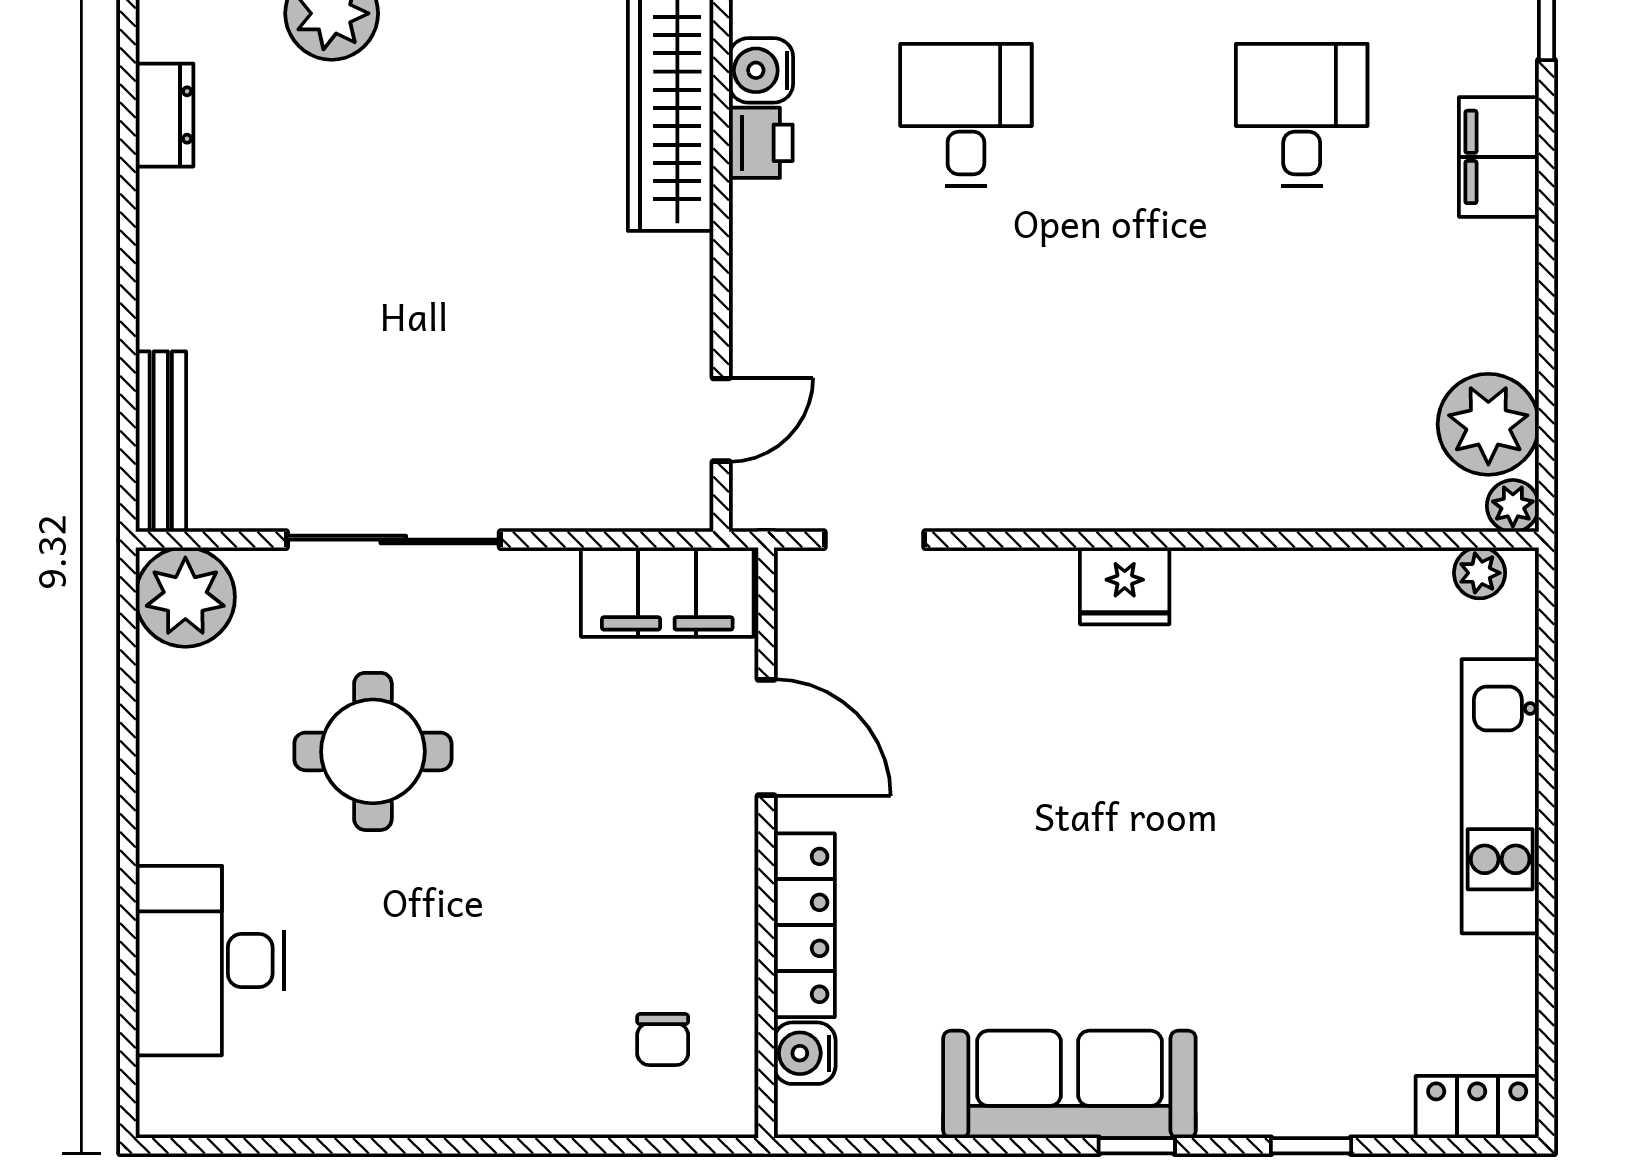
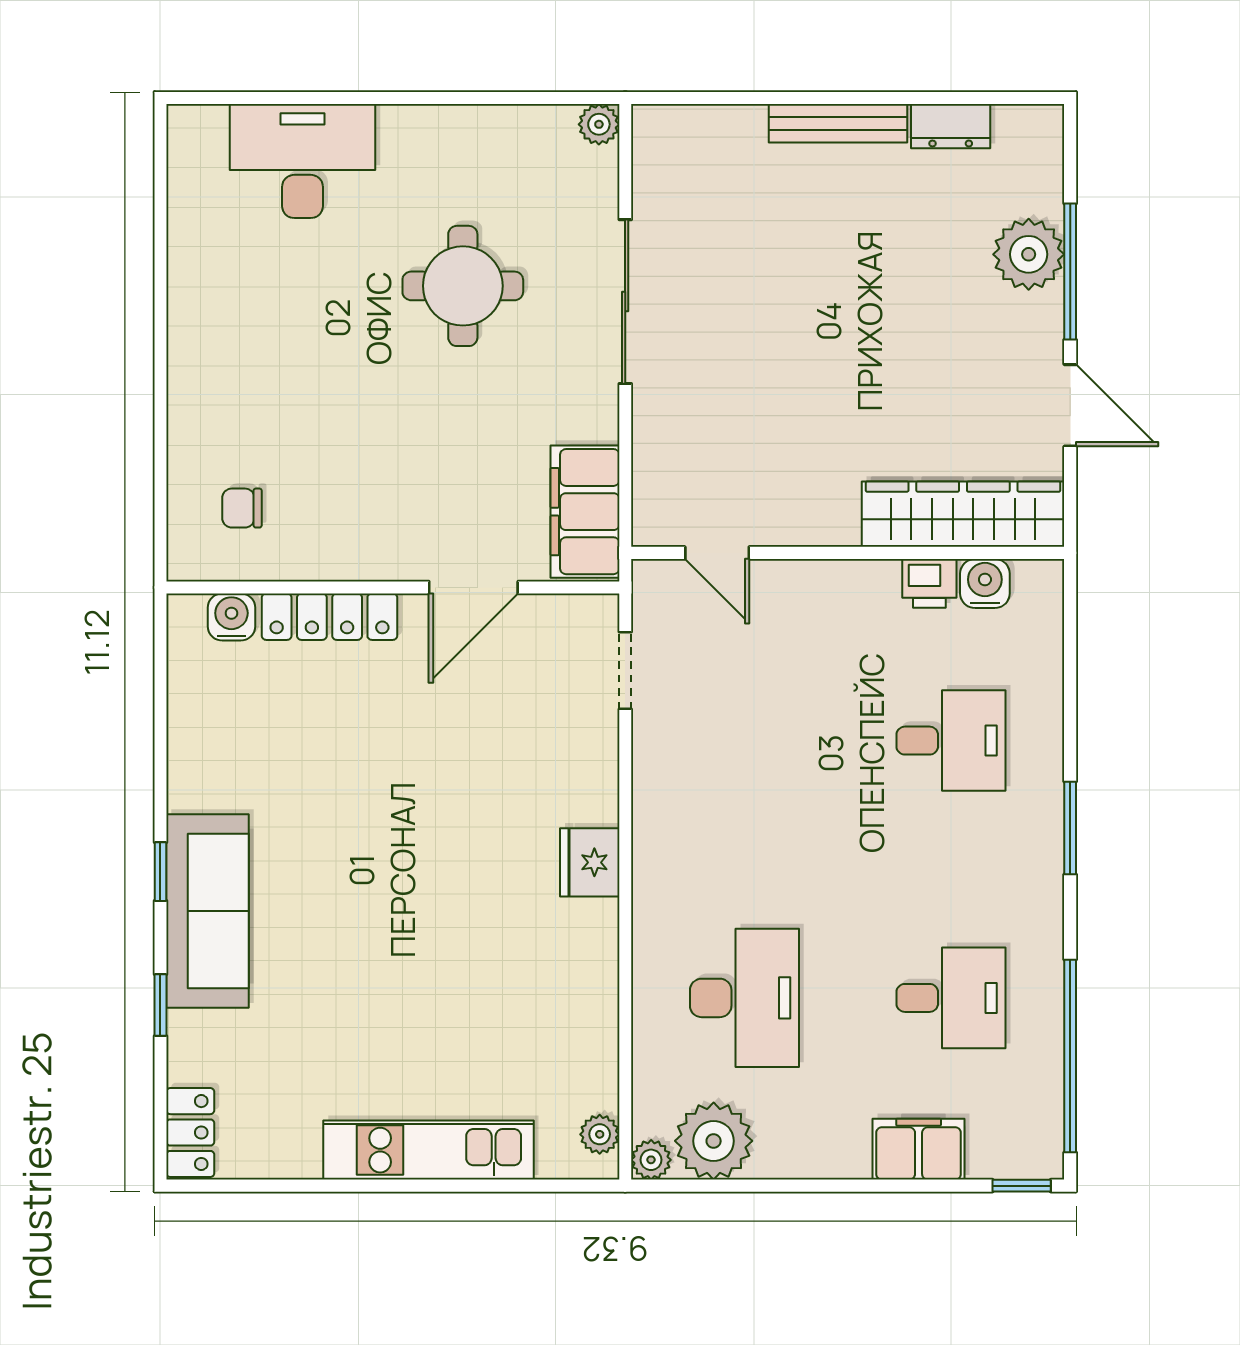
desk: (1302, 384) -> (744, 998), added
bench: (161, 442) -> (838, 123), moved
plant: (185, 597) -> (599, 124), width x0.53, depth x0.53
sofa: (1069, 1084) -> (208, 911), moved

